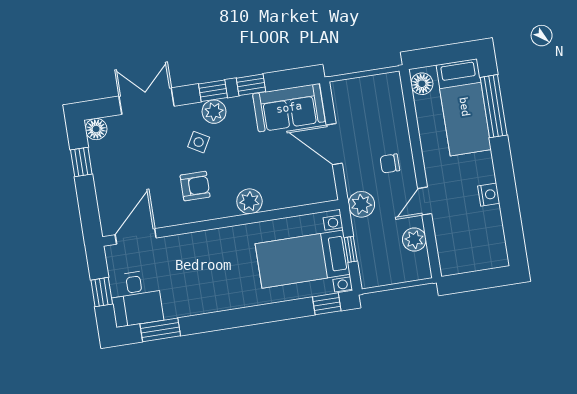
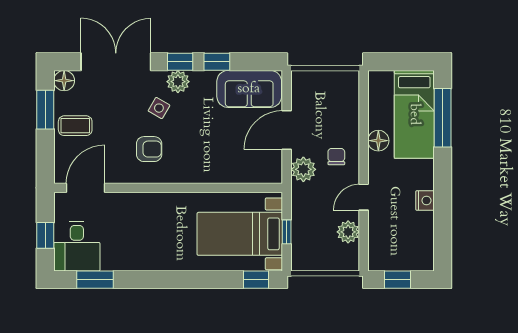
floor lamp: (422, 84) -> (378, 141), moved
double door: (147, 101) -> (116, 62), width x1.37
door: (334, 144) -> (287, 130), hinge flipped
window: (81, 162) -> (45, 110), width x1.50
chair: (390, 163) -> (336, 157), turned 90
coffee table: (115, 174) -> (75, 126), added
plant: (249, 201) -> (198, 171), removed
plant: (361, 204) -> (303, 169), moved
window: (473, 281) -> (397, 280), added

